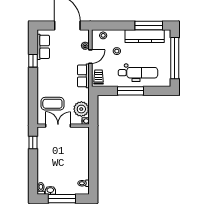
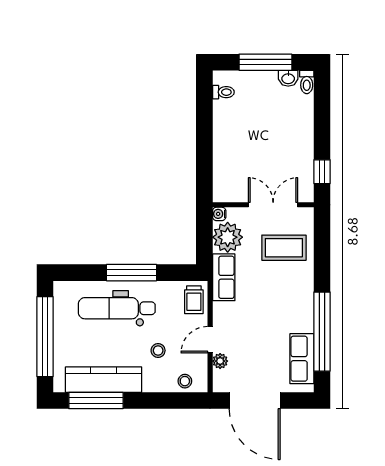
window: (33, 61) -> (322, 332), width x3.17
row of seats: (83, 76) -> (224, 277), moved
double door: (58, 126) -> (273, 205), swing flipped

